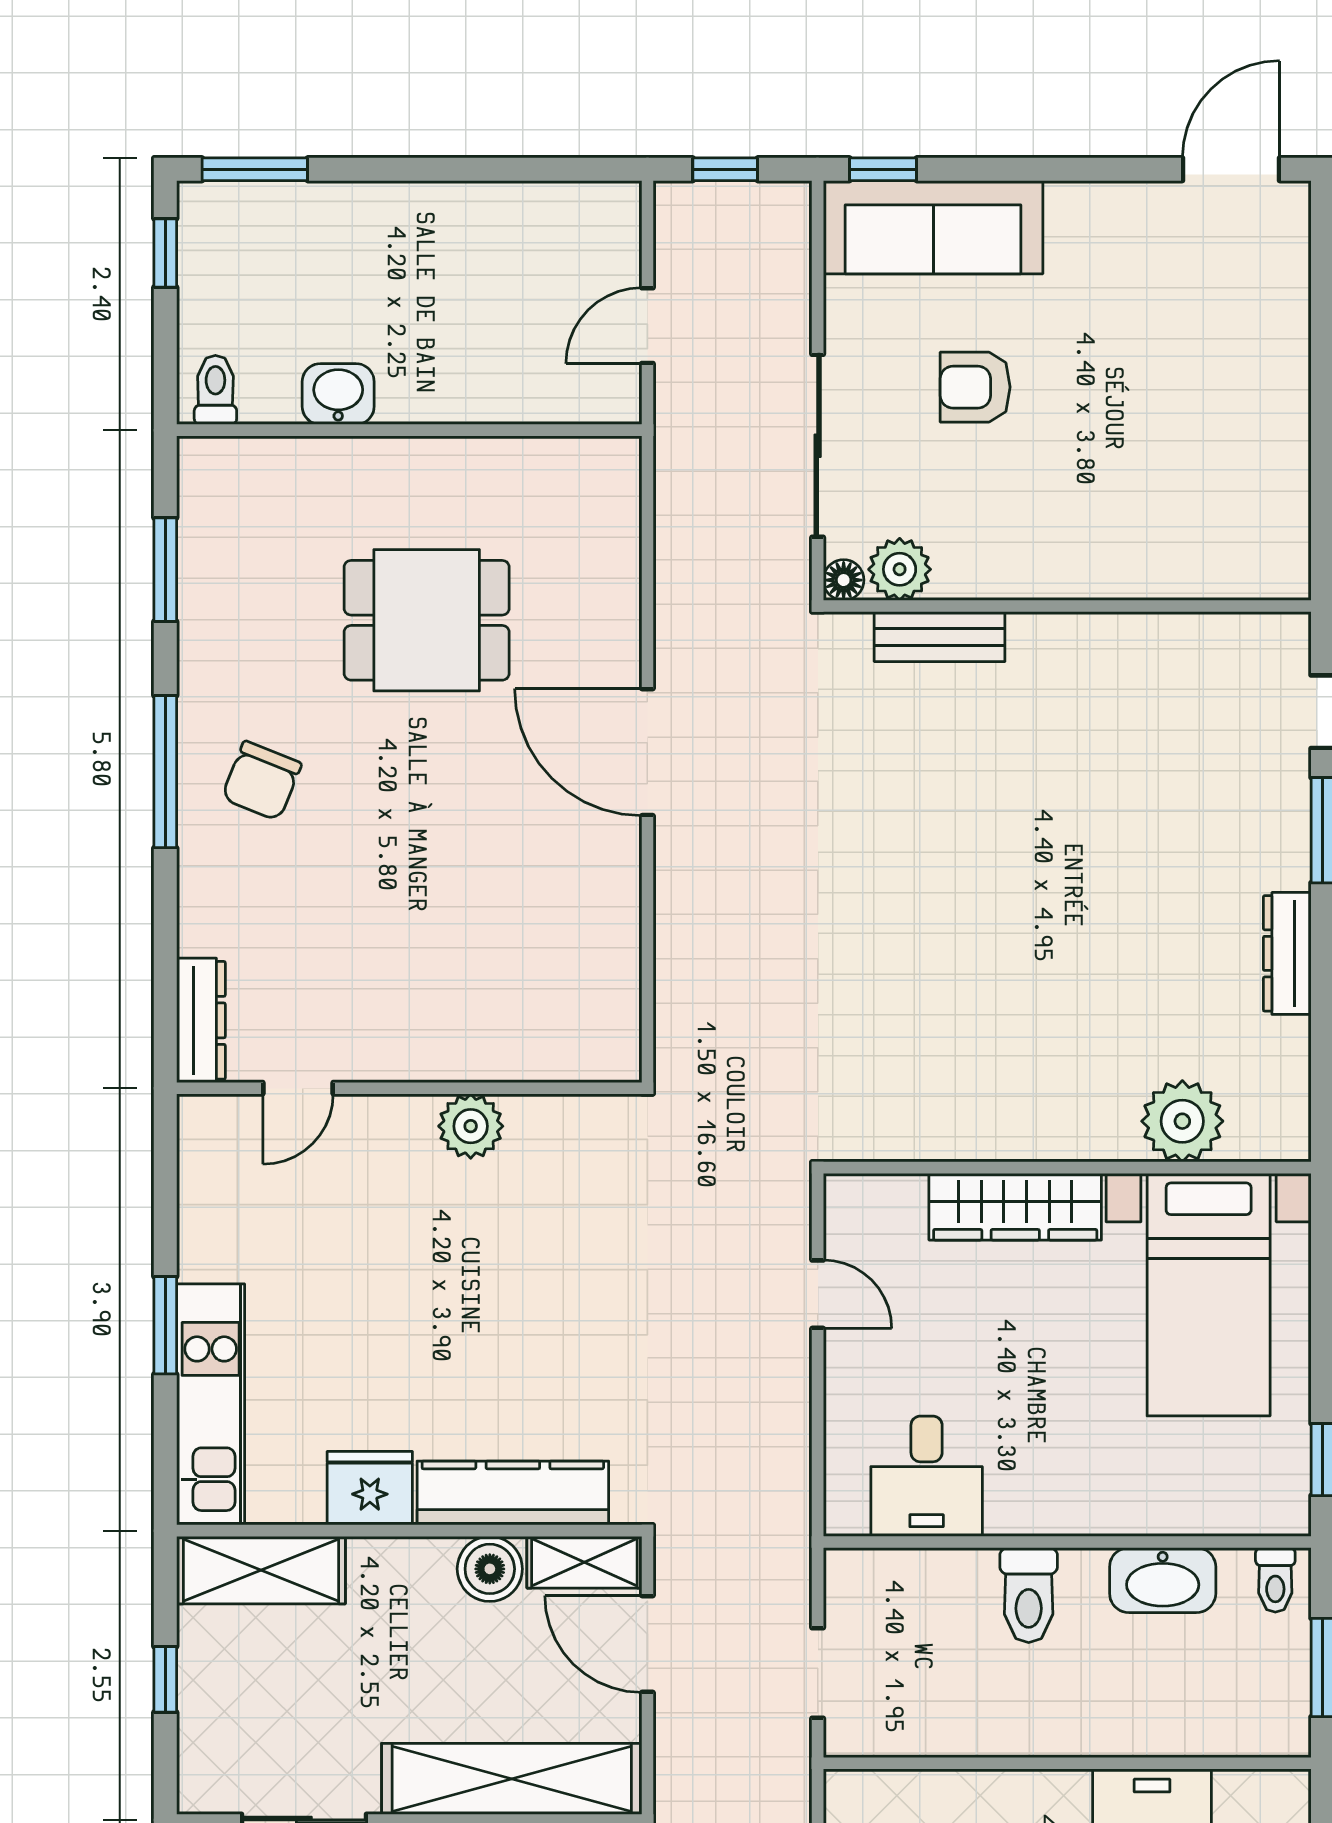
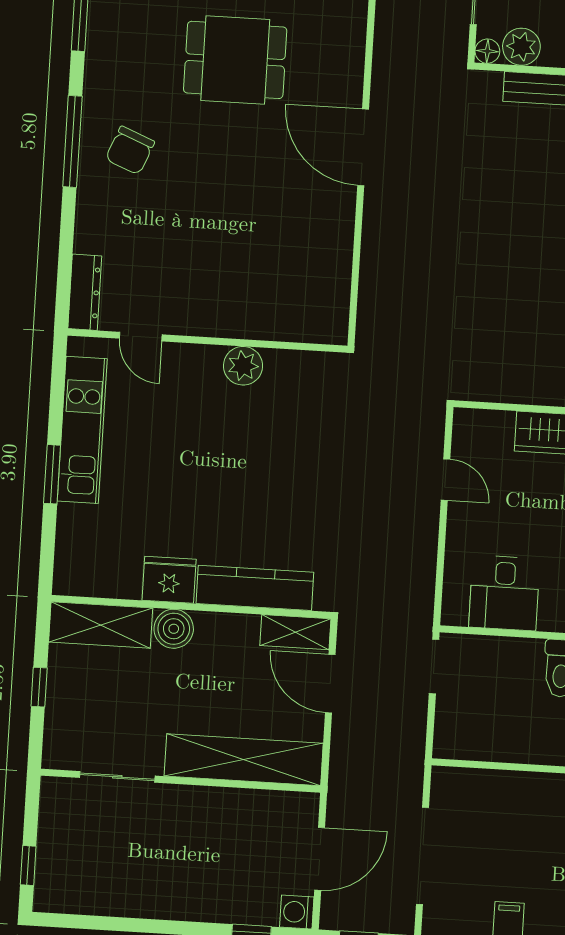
door: (298, 1088) -> (141, 337), hinge flipped
kitchen unit: (211, 1404) -> (82, 430), moved
boiler: (490, 1569) -> (174, 629), moved
doorway: (818, 1673) -> (434, 666), moved

